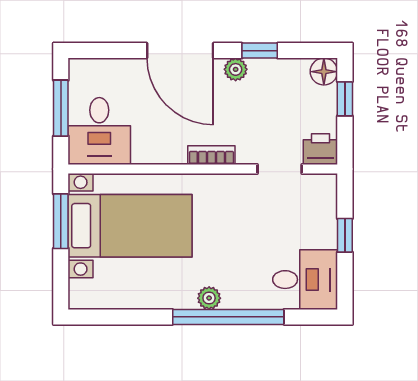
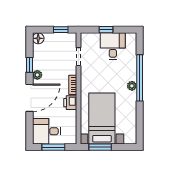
window: (345, 99) -> (61, 30), moved
desk: (99, 131) -> (46, 131), moved, turned 180
printer: (320, 149) -> (70, 103), moved
desk: (305, 280) -> (113, 46), moved

